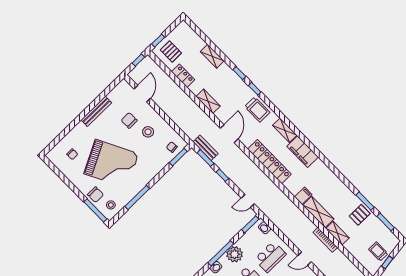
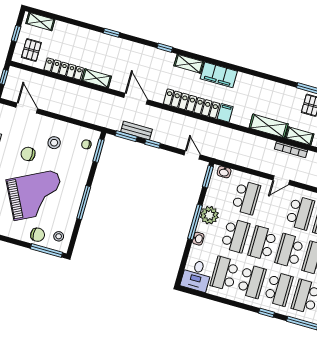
window: (158, 41) -> (16, 34), moved
pallet: (171, 51) -> (31, 50), turned 90
shelving: (212, 56) -> (40, 22), moved
locker: (183, 76) -> (64, 69), width x1.53
window: (255, 89) -> (165, 48), moved
trolley: (257, 110) -> (150, 59), removed
chair: (129, 120) -> (28, 154), moved
bench: (206, 148) -> (137, 130), moved
filing cabinet: (303, 196) -> (225, 113), moved
window: (137, 197) -> (84, 203), moved
door: (248, 201) -> (192, 155), swing flipped

